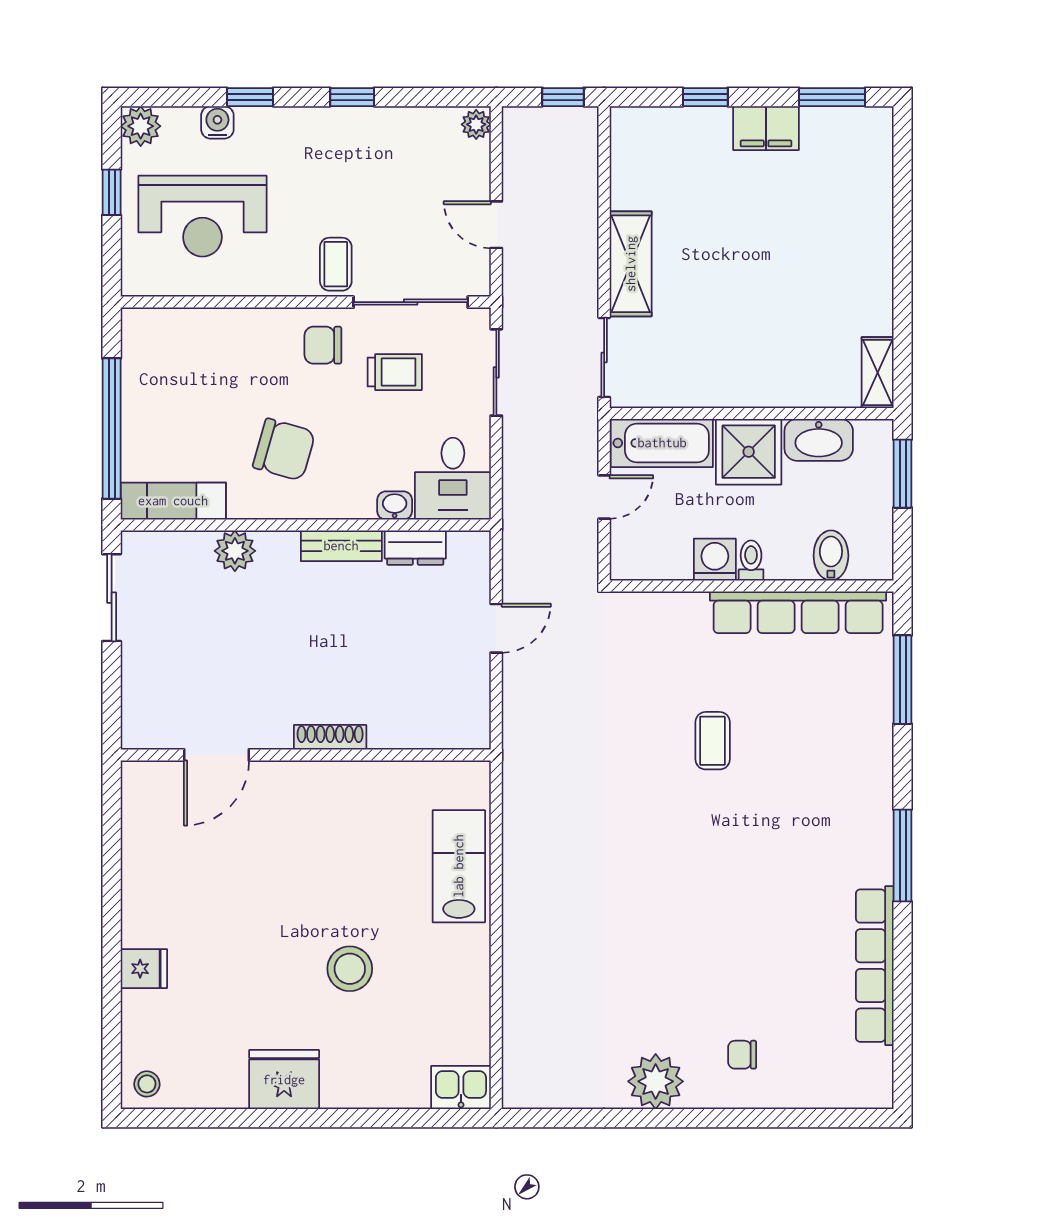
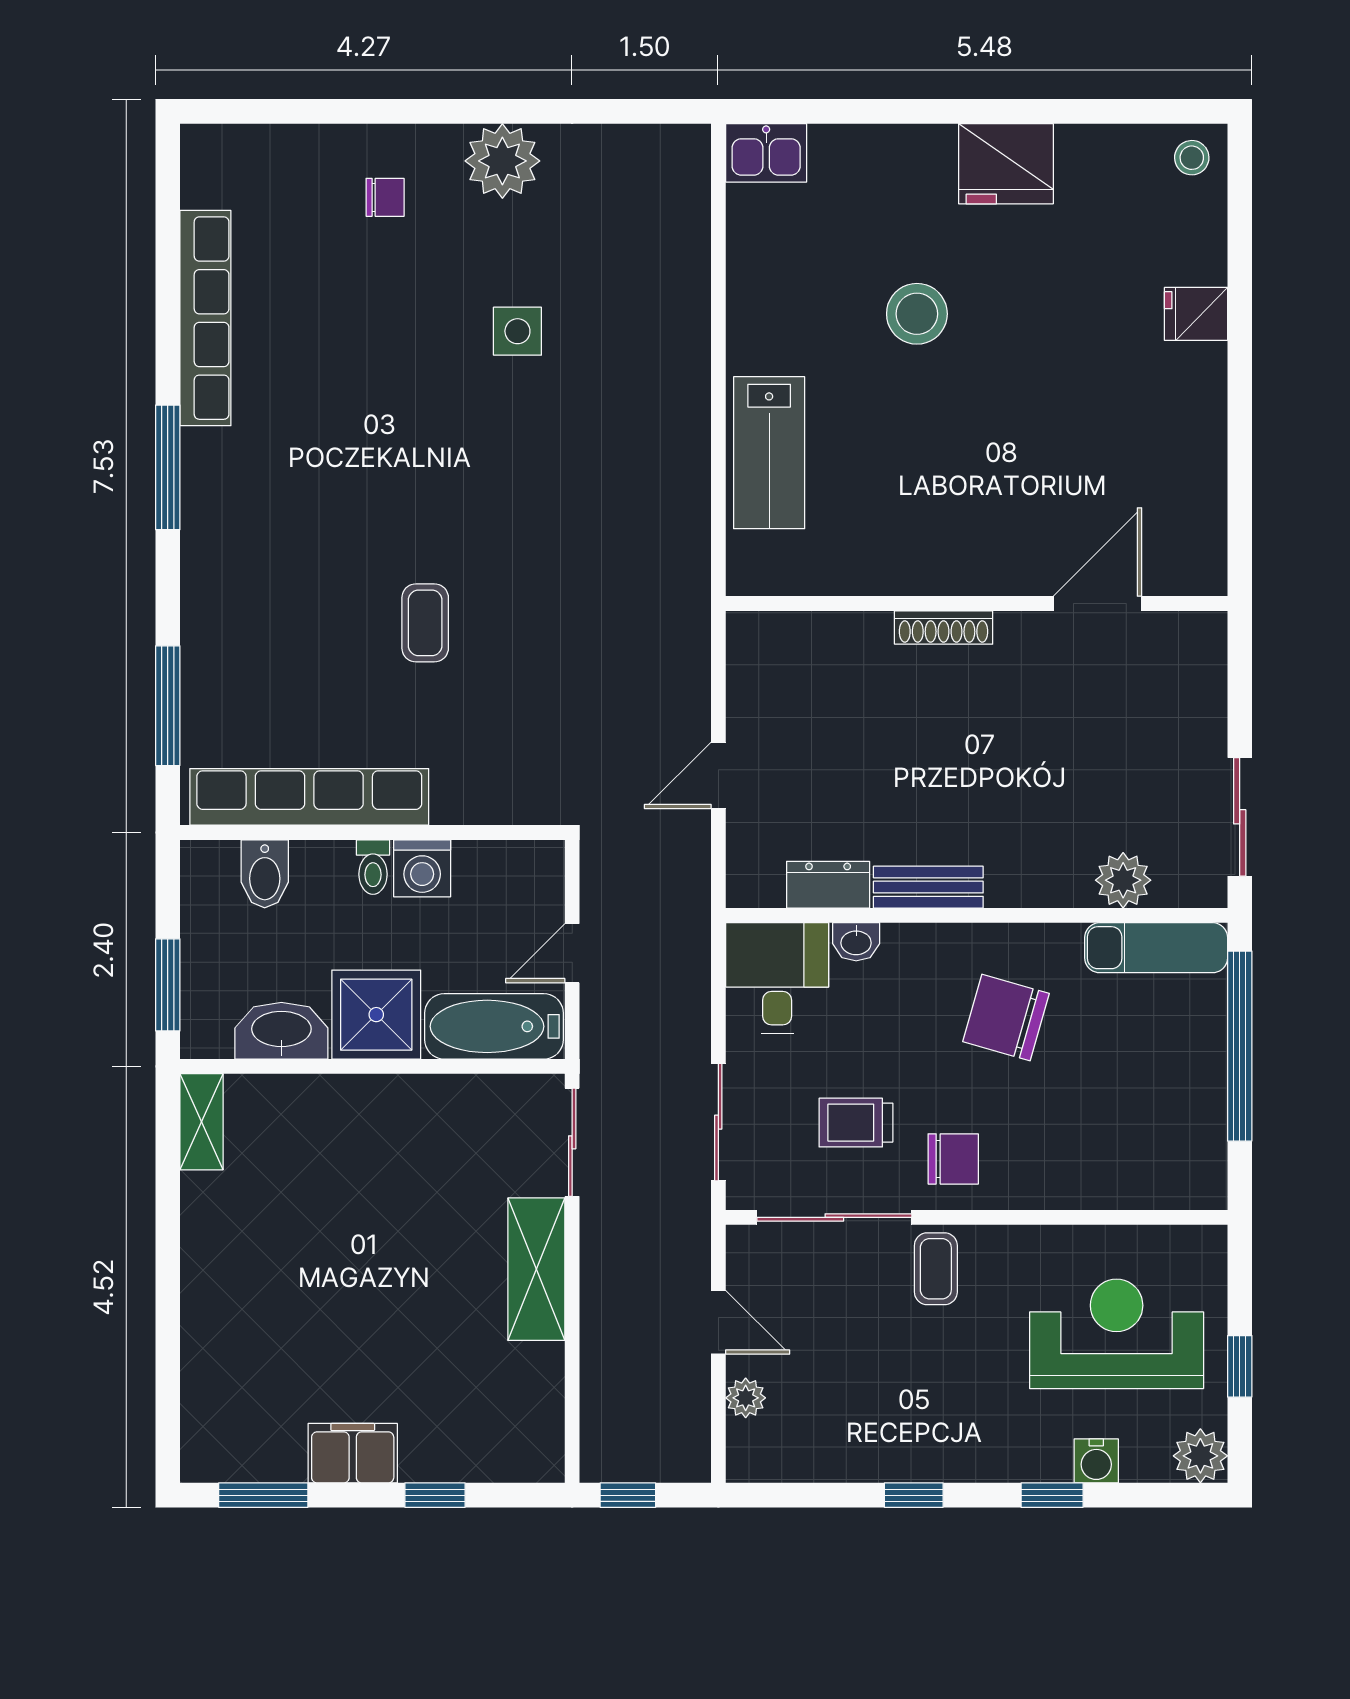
plant: (476, 124) -> (746, 1398), moved
plant: (235, 551) -> (1123, 880), moved
side table: (644, 956) -> (517, 331), added

